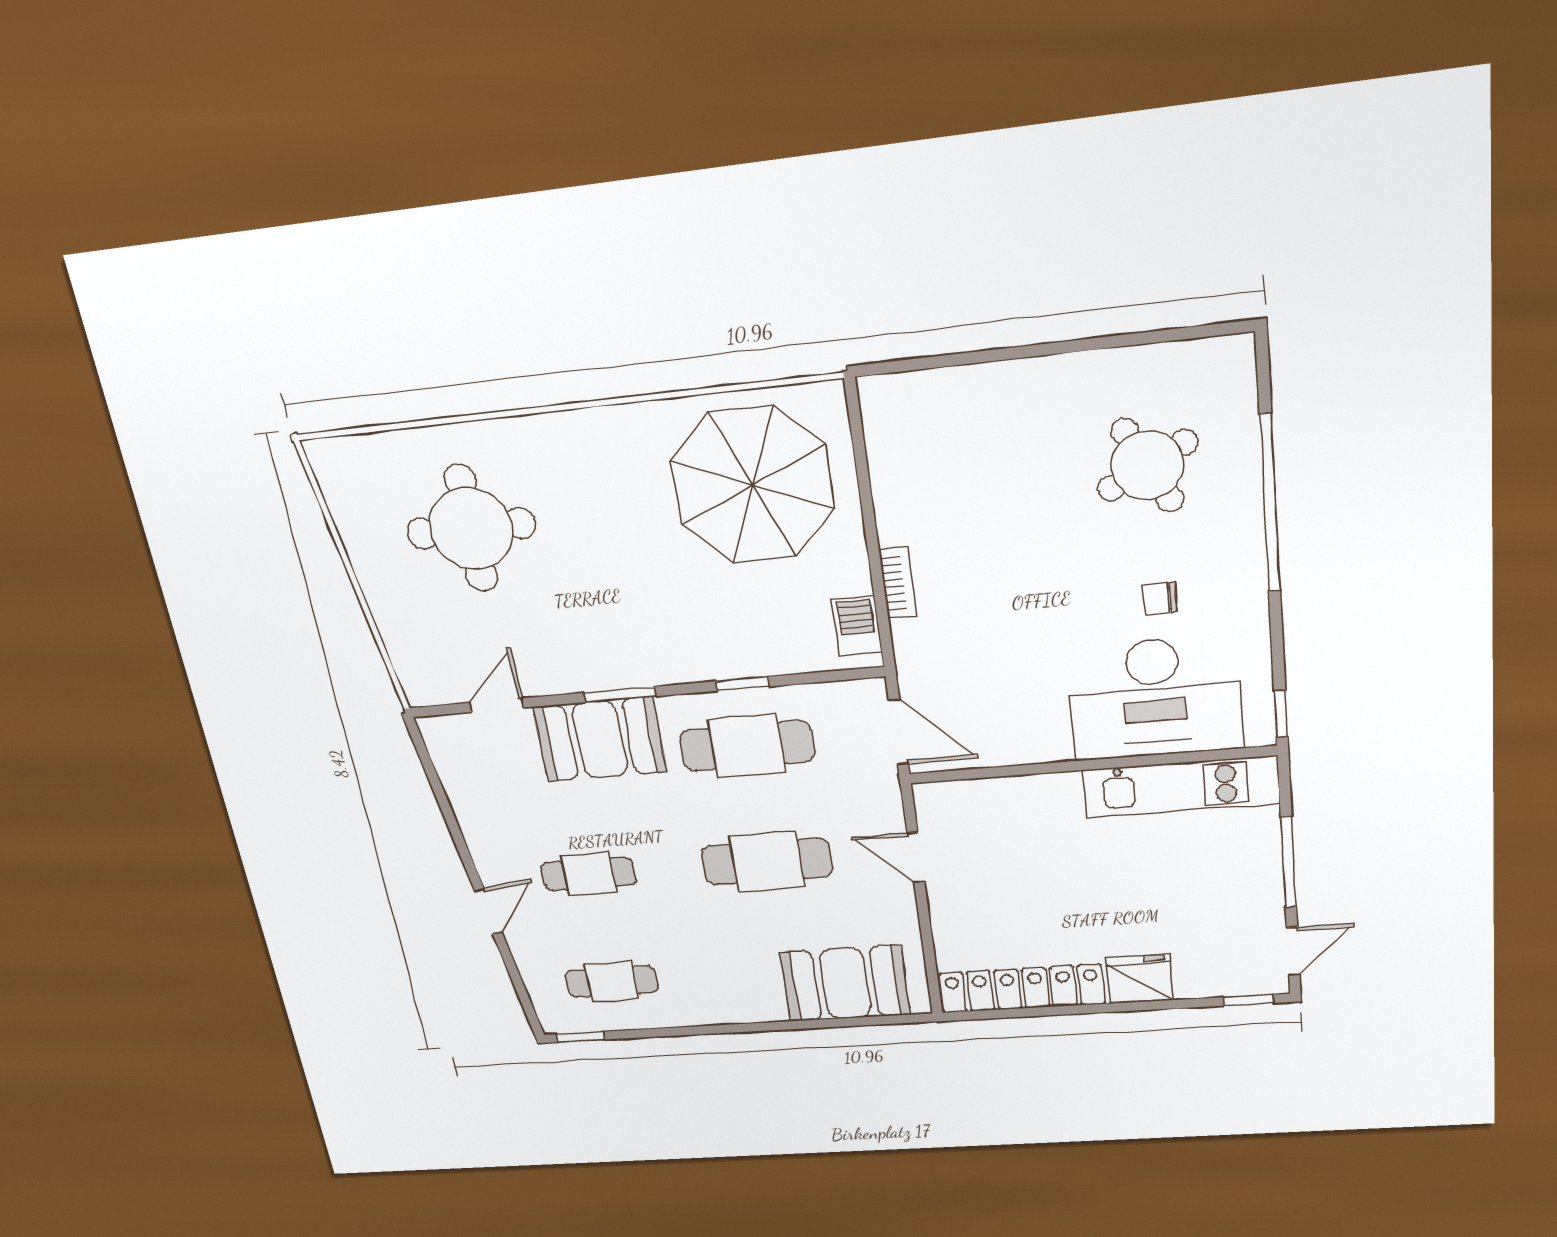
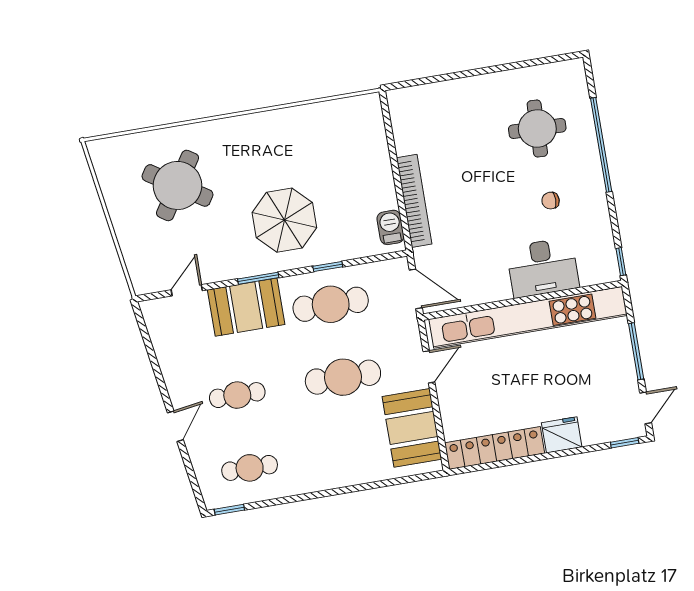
round table: (1147, 465) -> (537, 128), turned 30
parasol: (753, 485) -> (284, 220), moved, width x0.73, depth x0.73
round table: (471, 528) -> (178, 185), turned 33
bookcase: (898, 583) -> (414, 201), width x2.31, depth x1.31
desk: (1155, 698) -> (543, 268), width x0.73, depth x0.77
kitchen unit: (1181, 787) -> (528, 317), width x1.86
door: (916, 857) -> (429, 367), swing flipped
booth: (845, 983) -> (412, 428), moved, turned 90

